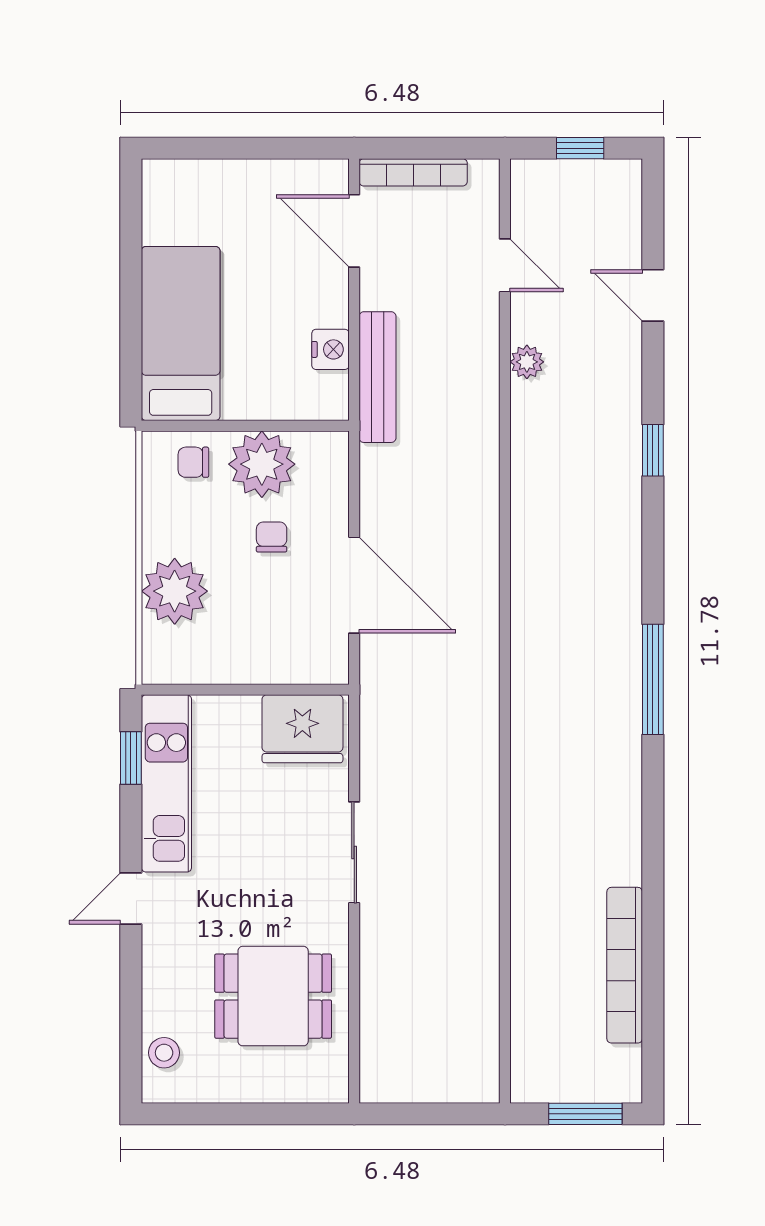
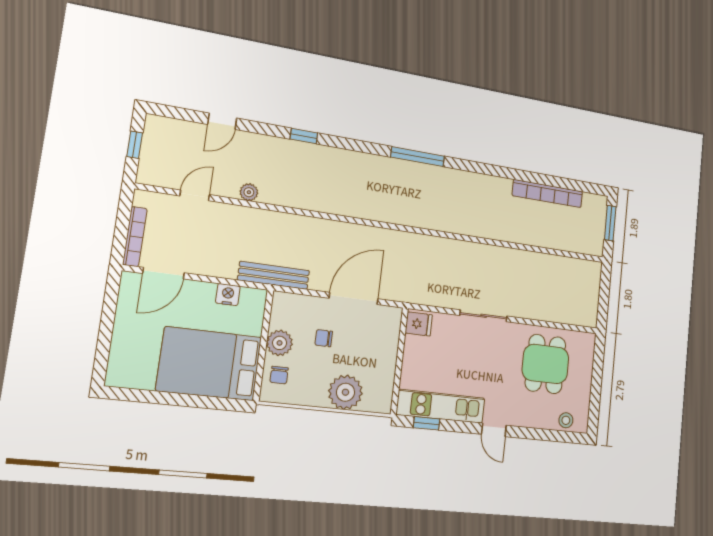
bed: (181, 333) -> (209, 364), width x1.50
bench: (378, 377) -> (274, 275), moved
plant: (262, 464) -> (280, 343), width x0.73, depth x0.73
fridge: (302, 729) -> (419, 324), width x0.53, depth x0.75

